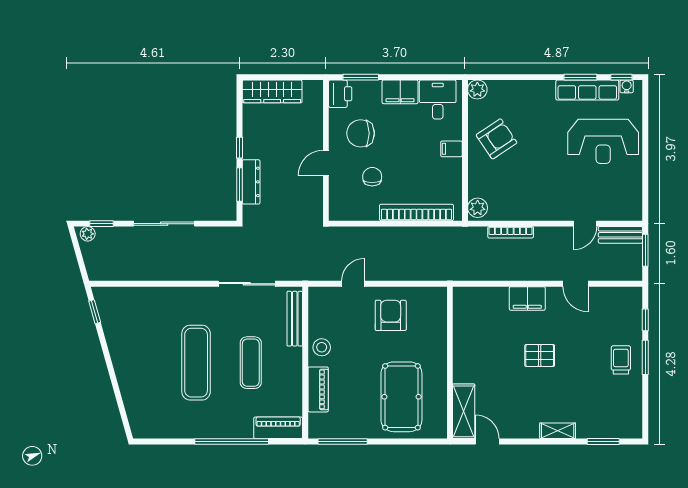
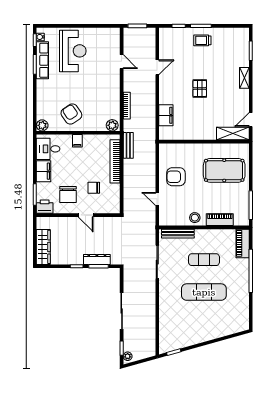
bench: (620, 235) -> (128, 145), moved
filing cabinet: (527, 298) -> (166, 115), moved

